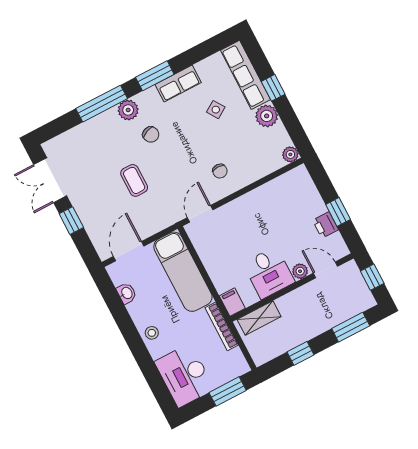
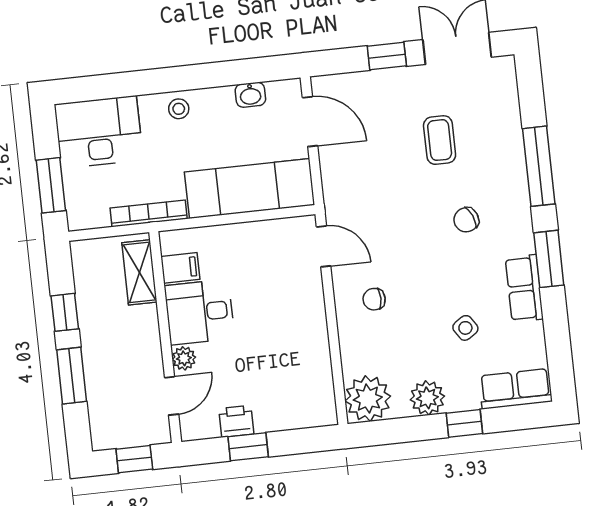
row of seats: (245, 75) -> (516, 389), width x0.68
plant: (128, 110) -> (515, 201), removed
plant: (290, 154) -> (368, 399), width x1.88, depth x1.88
coffee table: (134, 180) -> (440, 140), moved, turned 90
filing cabinet: (232, 302) -> (180, 268), moved
window: (351, 327) -> (72, 376), moved

